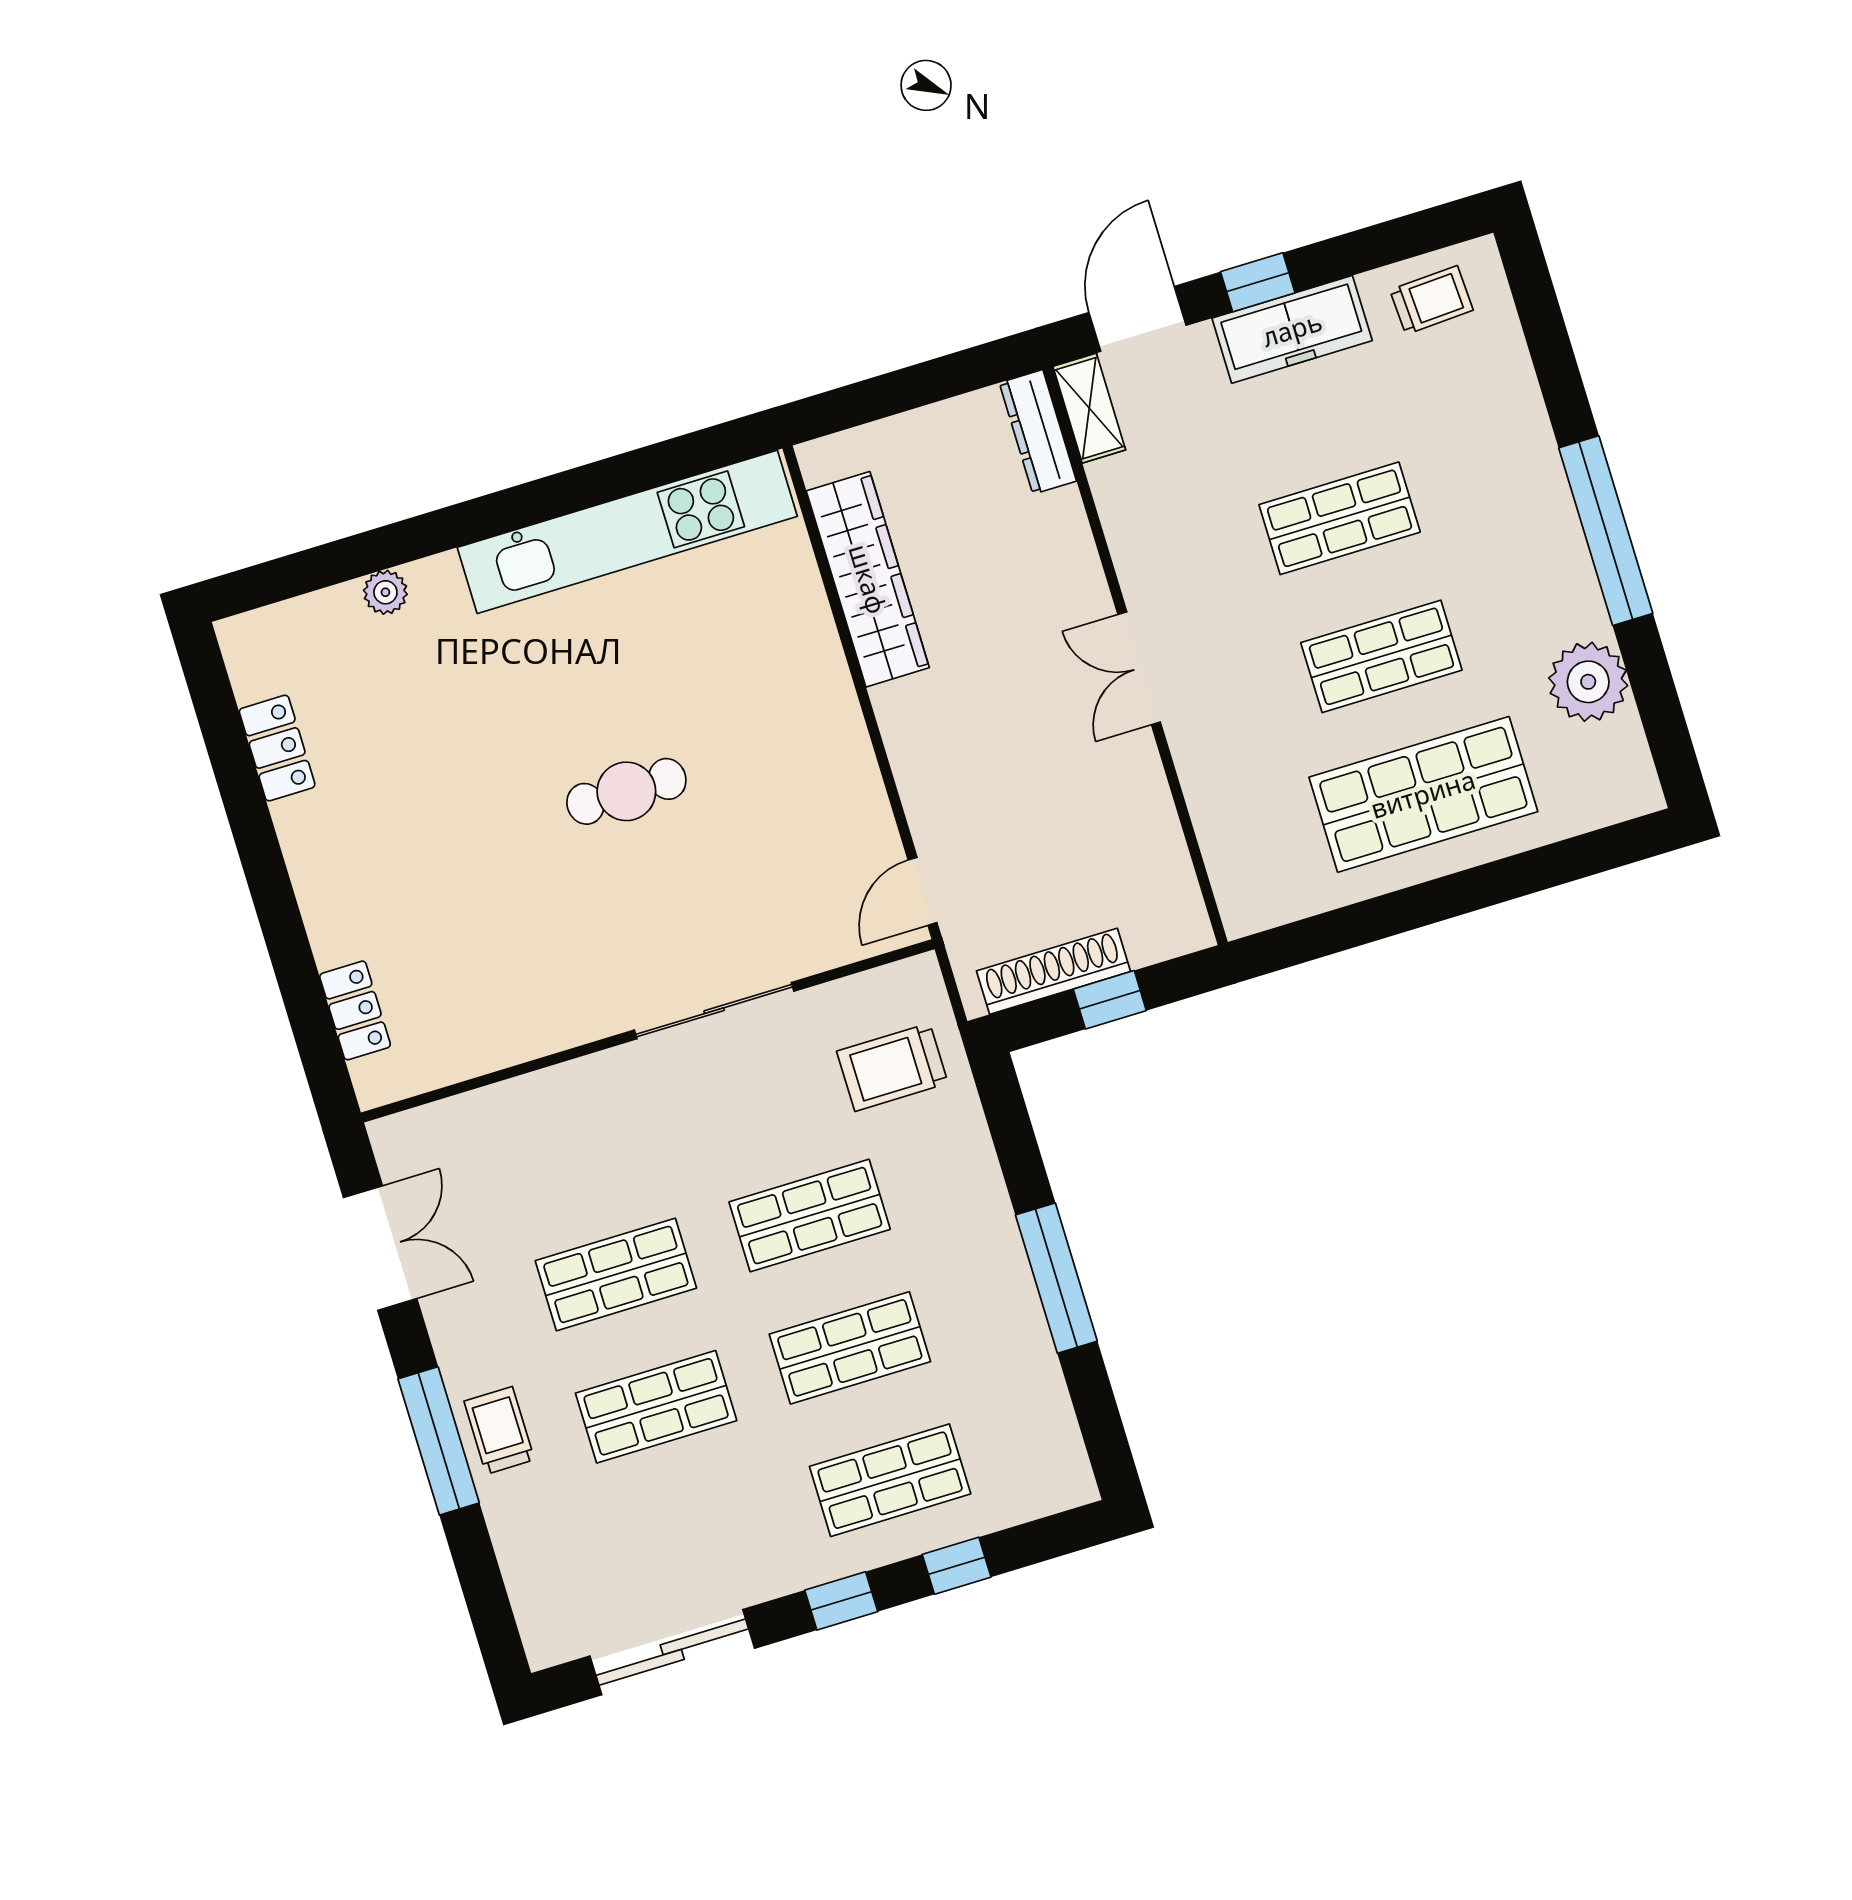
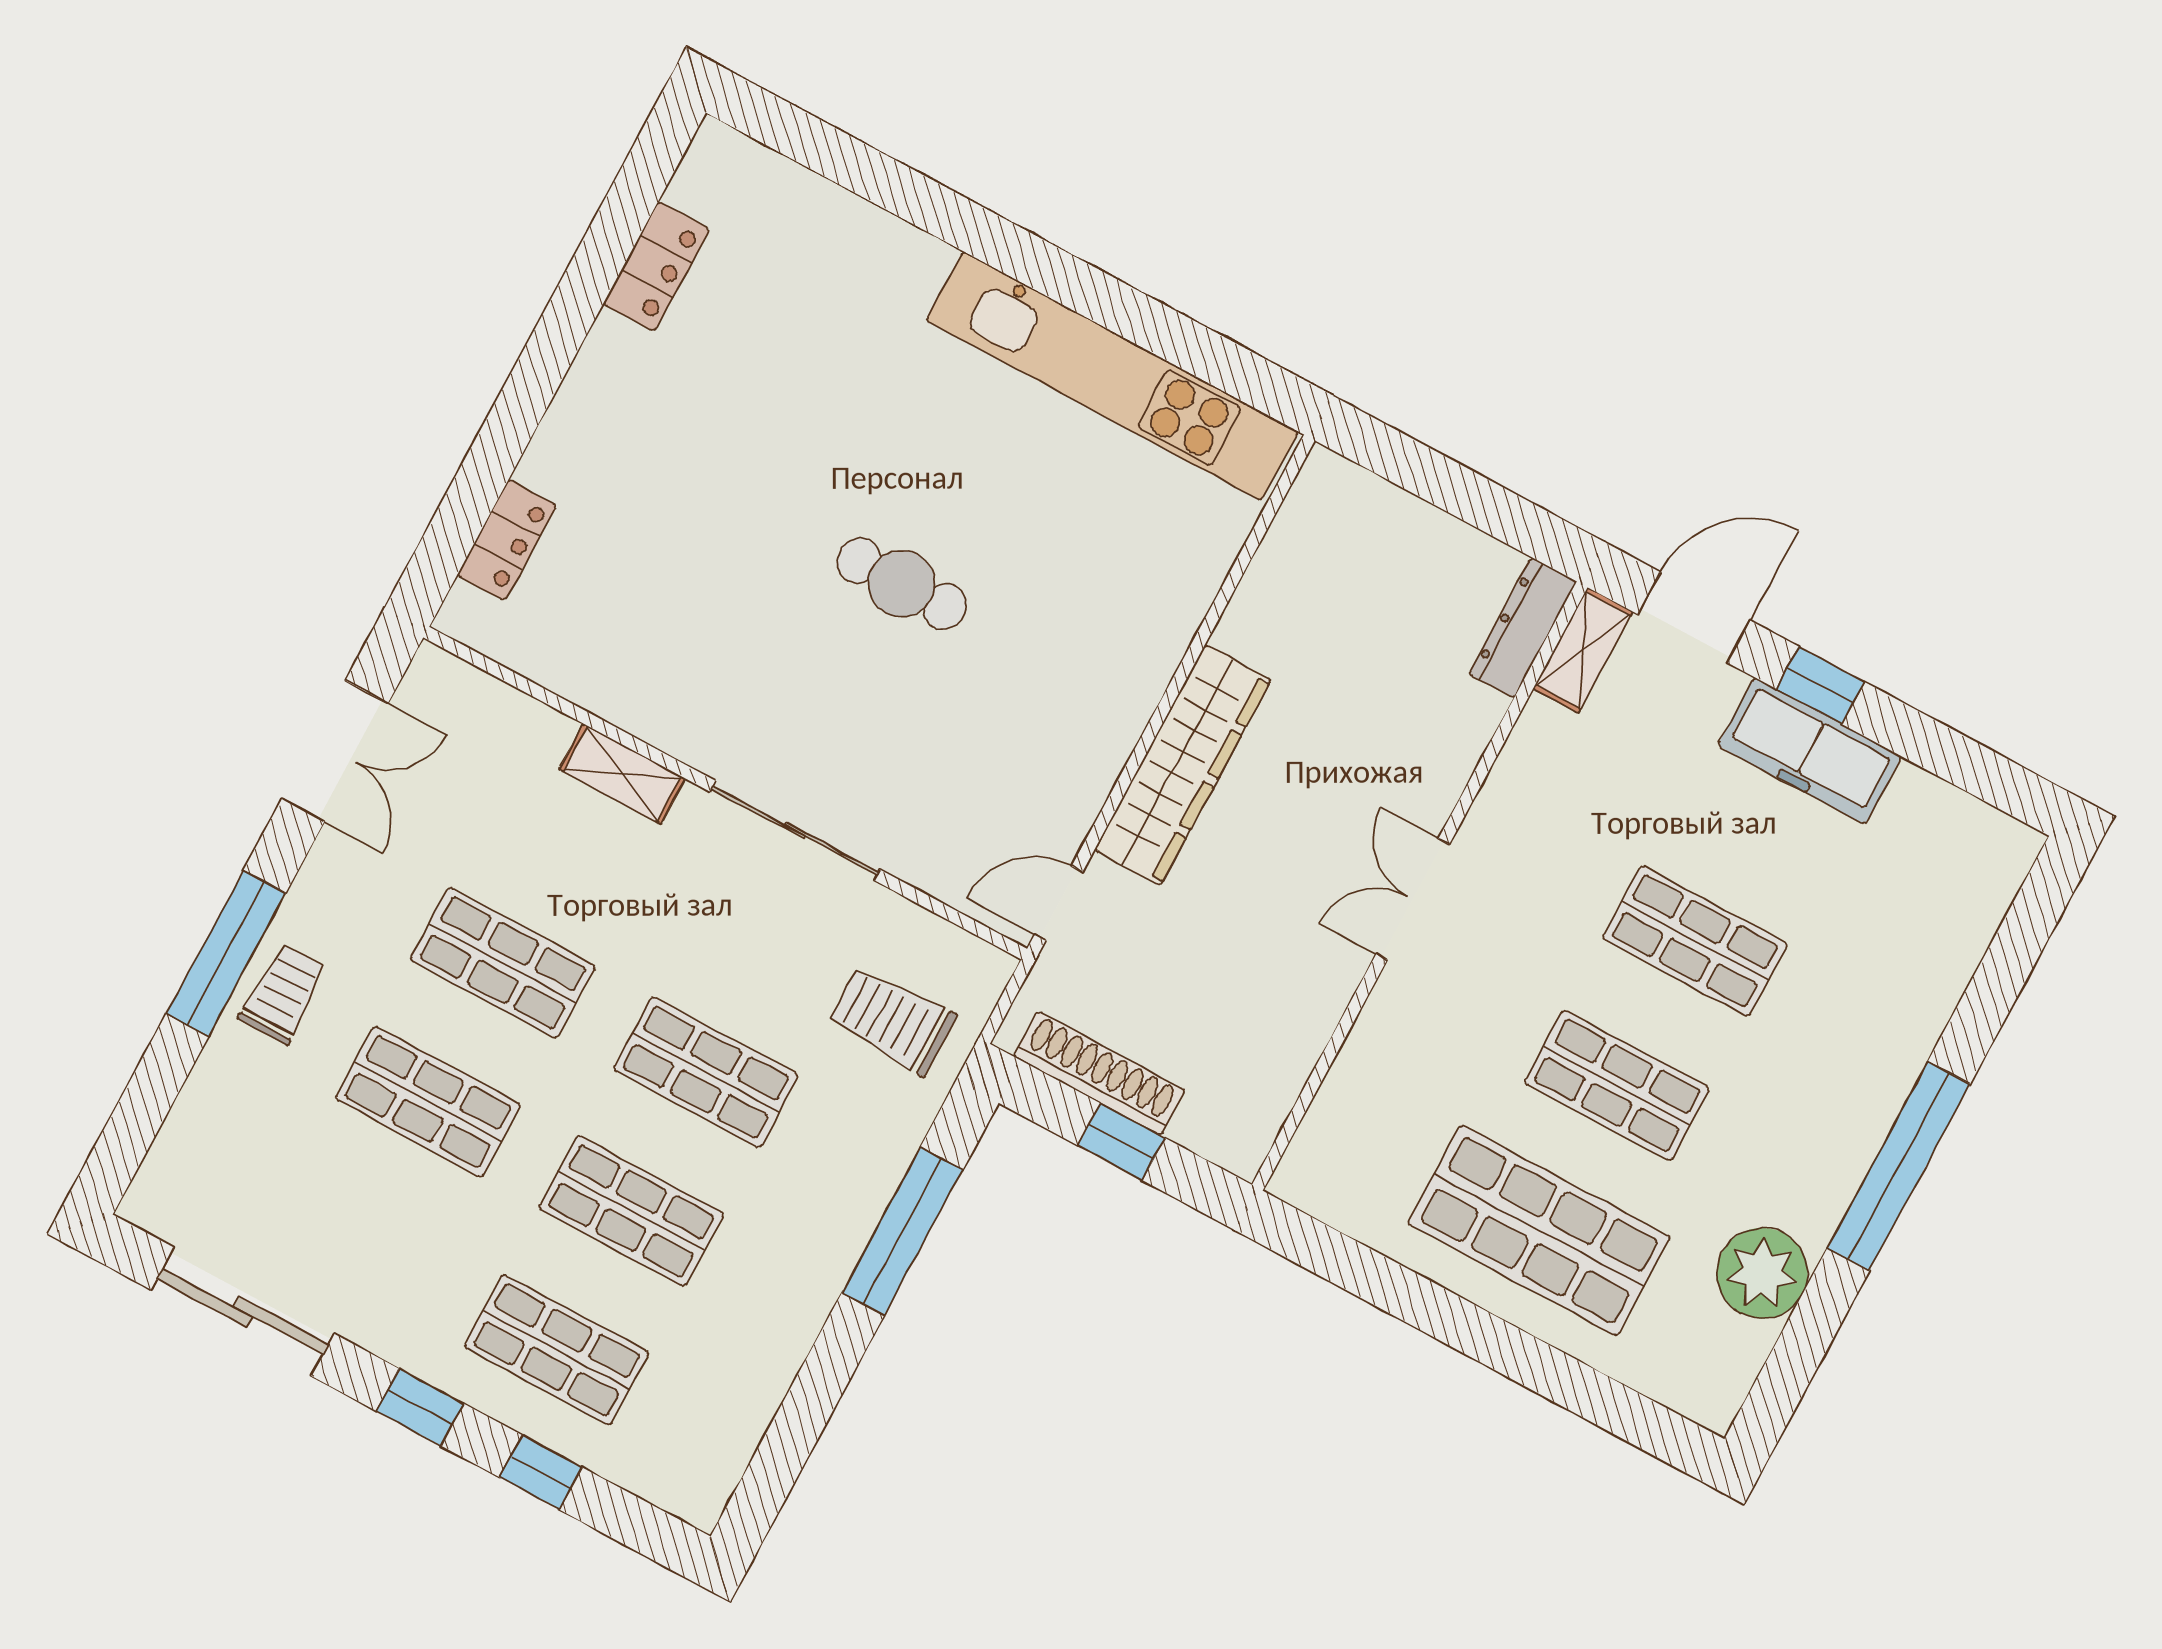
trolley: (1432, 300) -> (1945, 840), removed
wardrobe: (868, 579) -> (1183, 765), moved
plant: (385, 592) -> (869, 229), removed
shelving: (572, 1083) -> (622, 774), added
window: (1056, 1278) -> (902, 1231), moved

